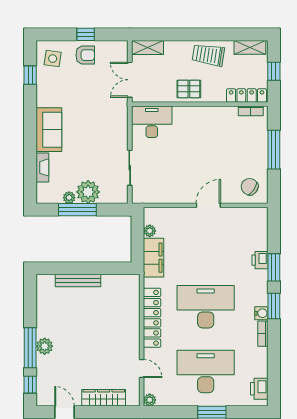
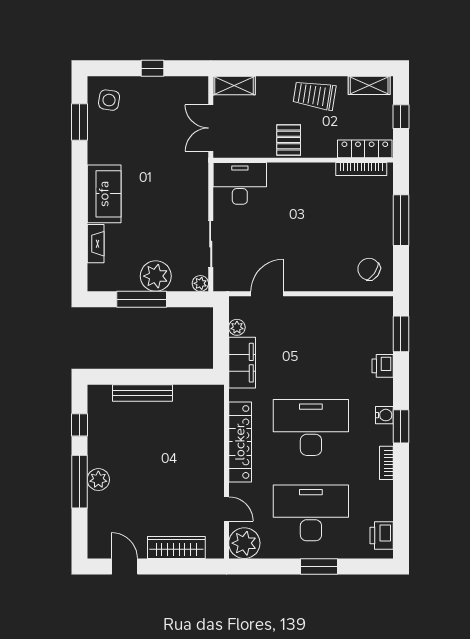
armchair: (85, 55) -> (152, 95), removed
window: (30, 75) -> (79, 122), width x1.50
pallet: (189, 89) -> (289, 140), turned 90
bookcase: (251, 111) -> (361, 169), width x1.56
plant: (69, 198) -> (200, 283), moved
door: (208, 205) -> (267, 294), moved
window: (274, 267) -> (401, 334), moved
water cooler: (261, 313) -> (384, 415), moved
window: (30, 385) -> (79, 425), moved
plant: (150, 400) -> (244, 543), width x1.87, depth x1.87

